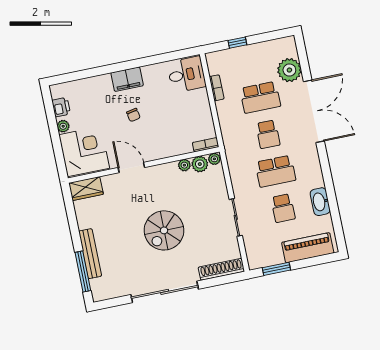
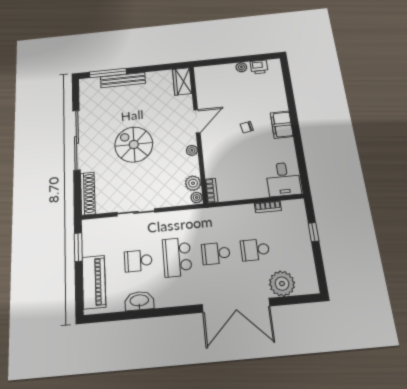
school desk: (260, 97) -> (255, 250), width x0.54
corner desk: (84, 151) -> (216, 83), removed
plant: (184, 165) -> (192, 150), moved

